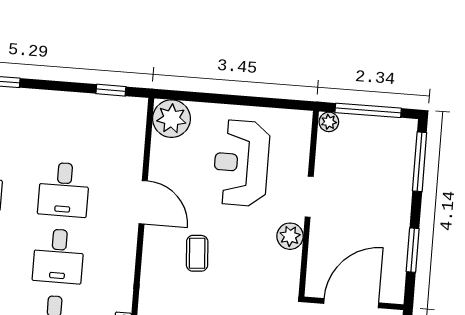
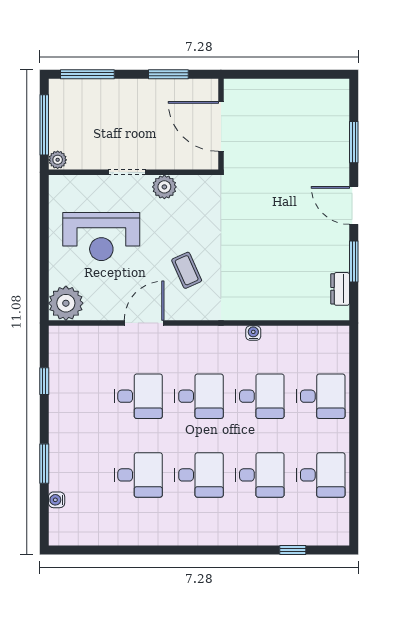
window: (111, 90) -> (44, 381), moved
coffee table: (197, 253) -> (187, 270), turned 70

